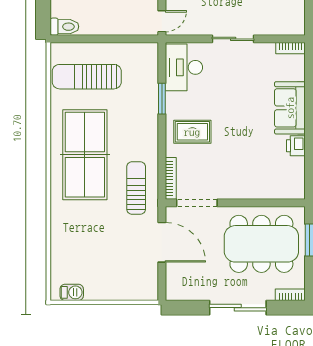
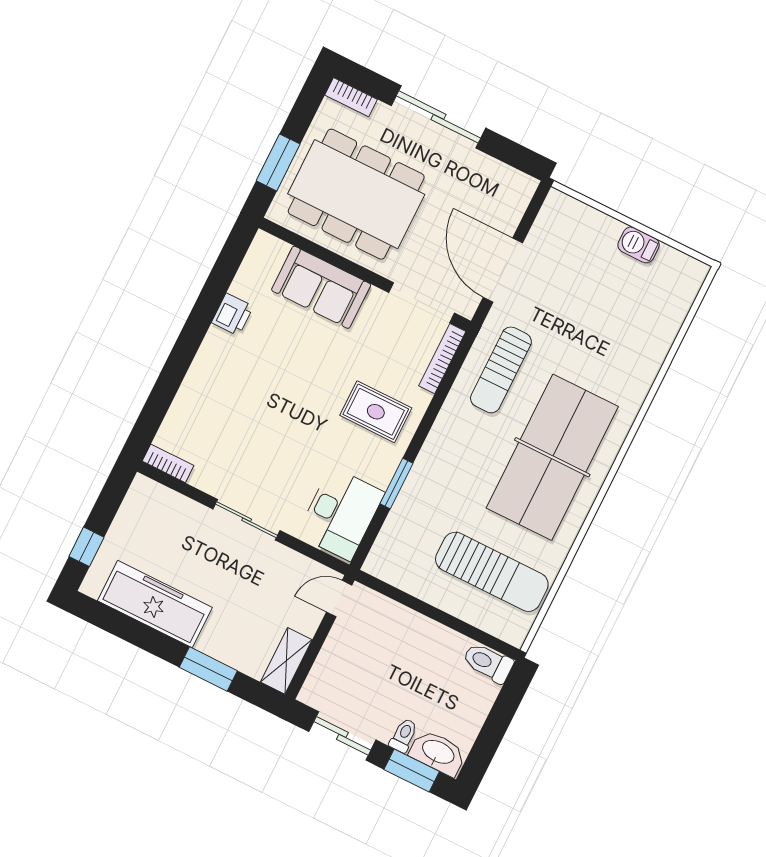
sofa: (290, 108) -> (321, 287), moved, turned 90
barbecue: (72, 292) -> (639, 245), moved

